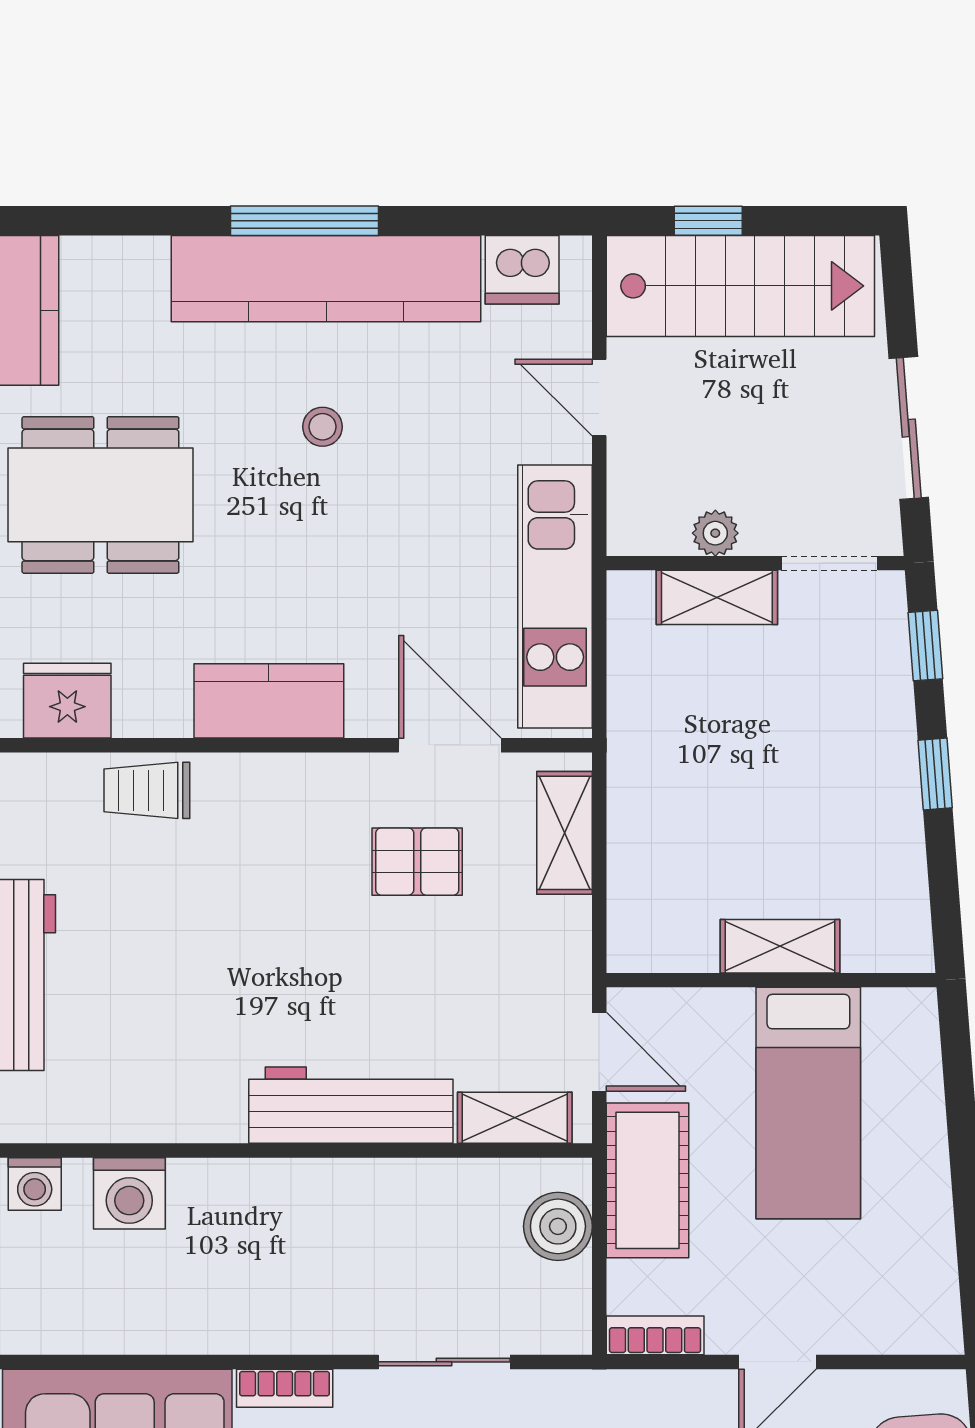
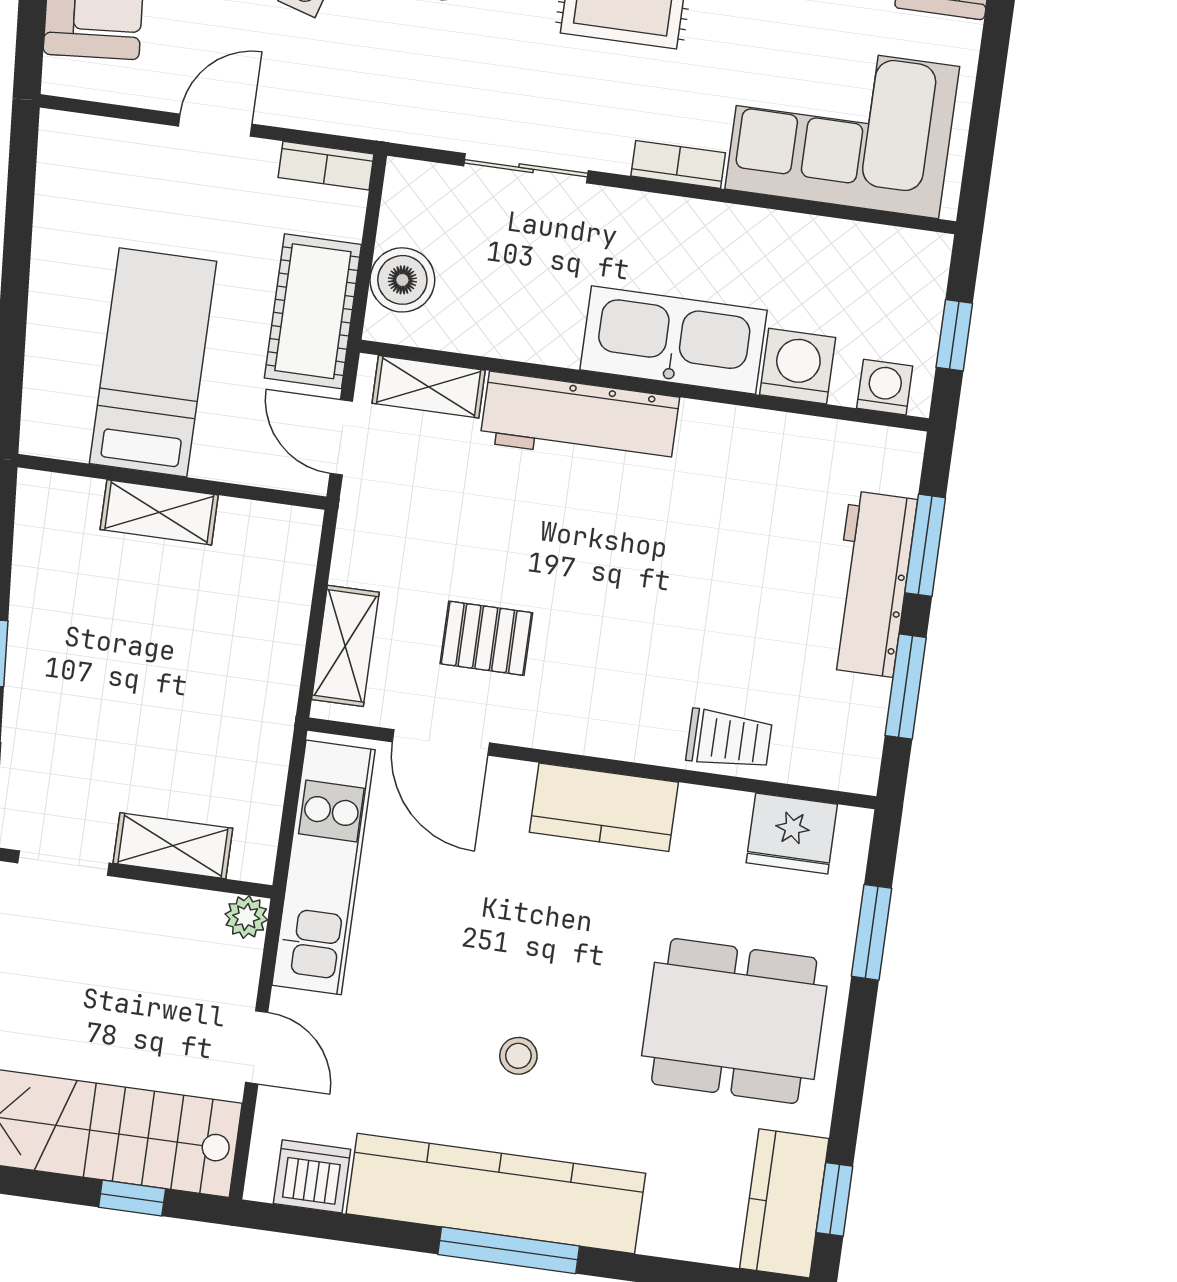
plant: (715, 533) -> (246, 917), moved
kitchen sink: (264, 1203) -> (673, 340), added

